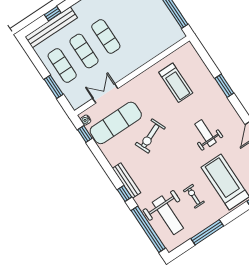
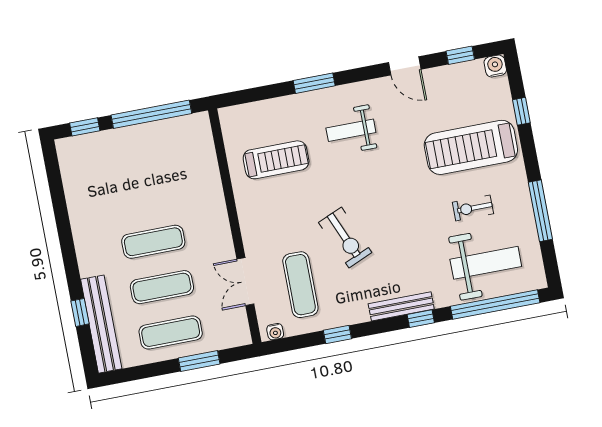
exercise mat: (116, 123) -> (300, 285), width x0.73, depth x0.69
weight bench: (206, 133) -> (351, 130), moved
window: (85, 134) -> (337, 335), moved

